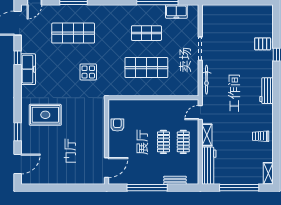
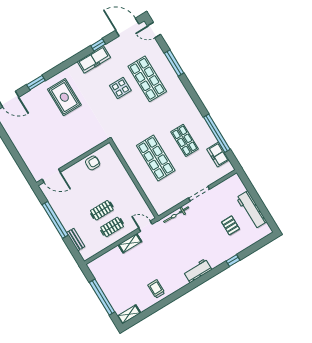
pallet: (263, 44) -> (231, 225), moved
display table: (88, 72) -> (120, 88), moved
workbench: (209, 166) -> (252, 210), moved, turned 90

